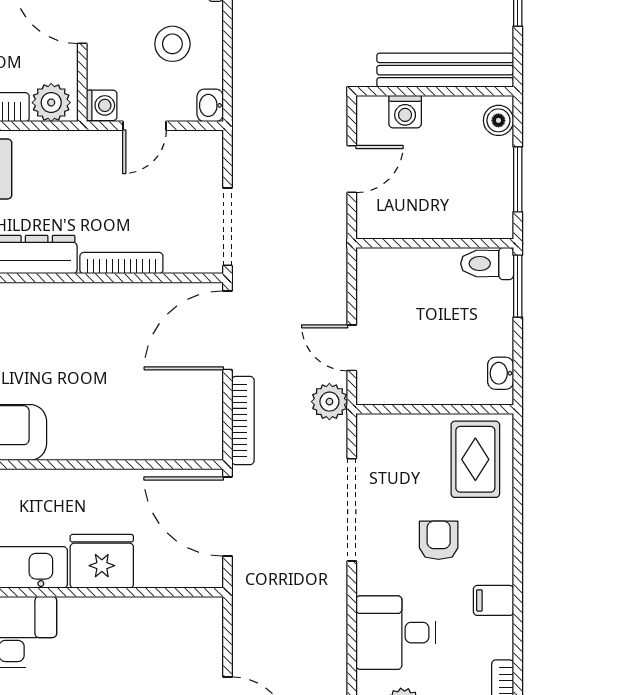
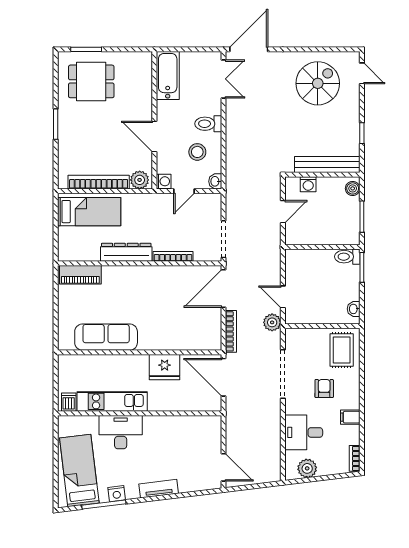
fridge: (102, 561) -> (165, 367), moved, turned 180

